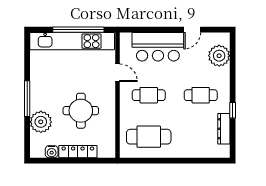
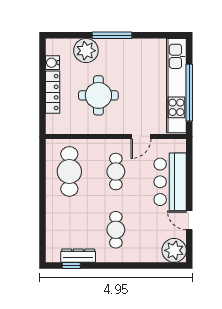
plant: (219, 56) -> (174, 250), moved
window: (233, 110) -> (71, 265), moved

